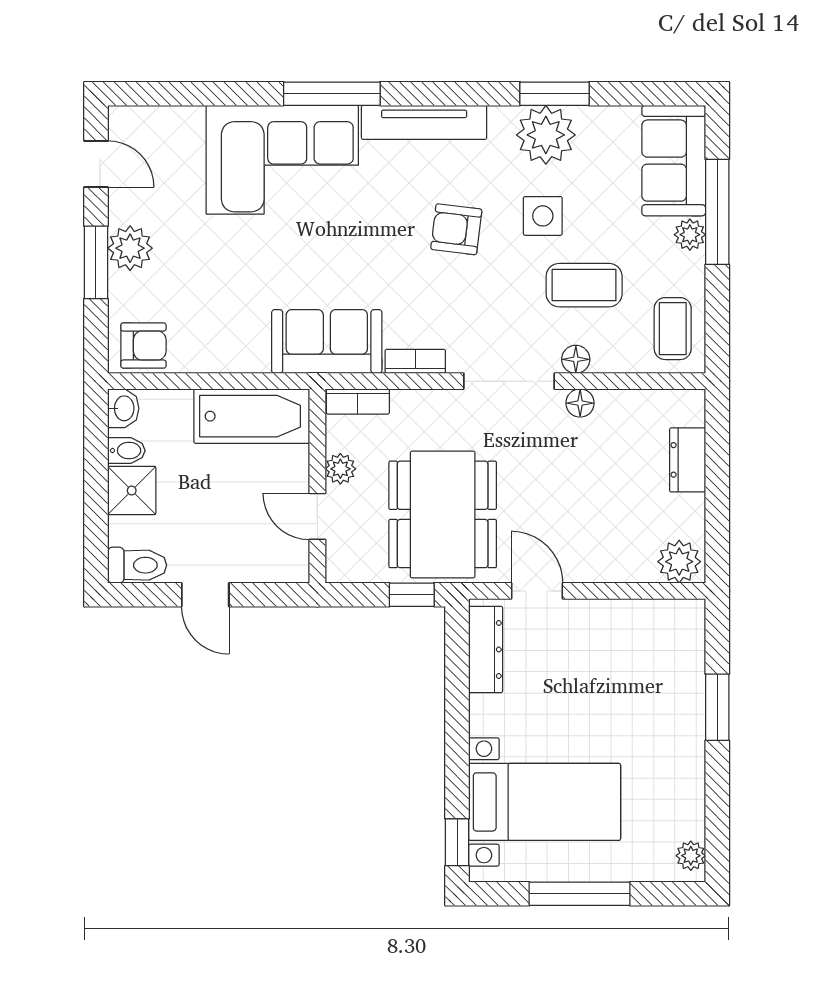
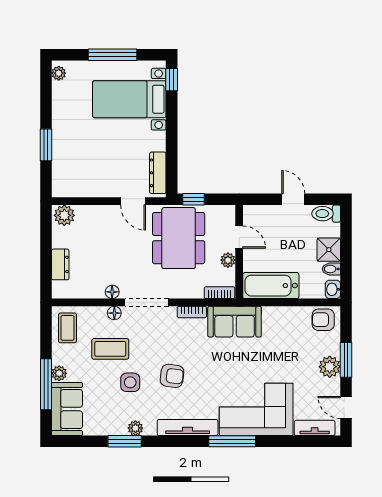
tv unit: (161, 121) -> (315, 428), added
plant: (546, 135) -> (135, 428), width x0.53, depth x0.53

